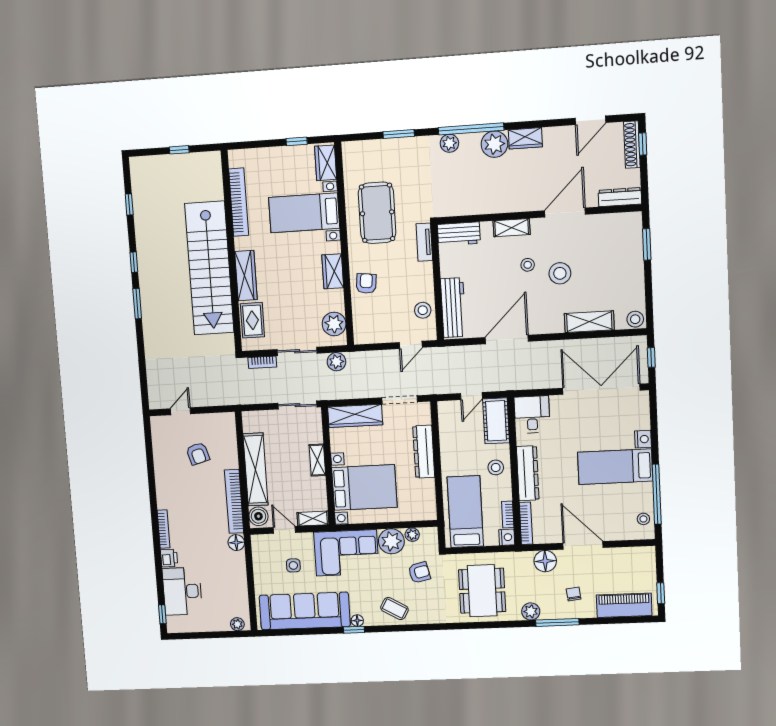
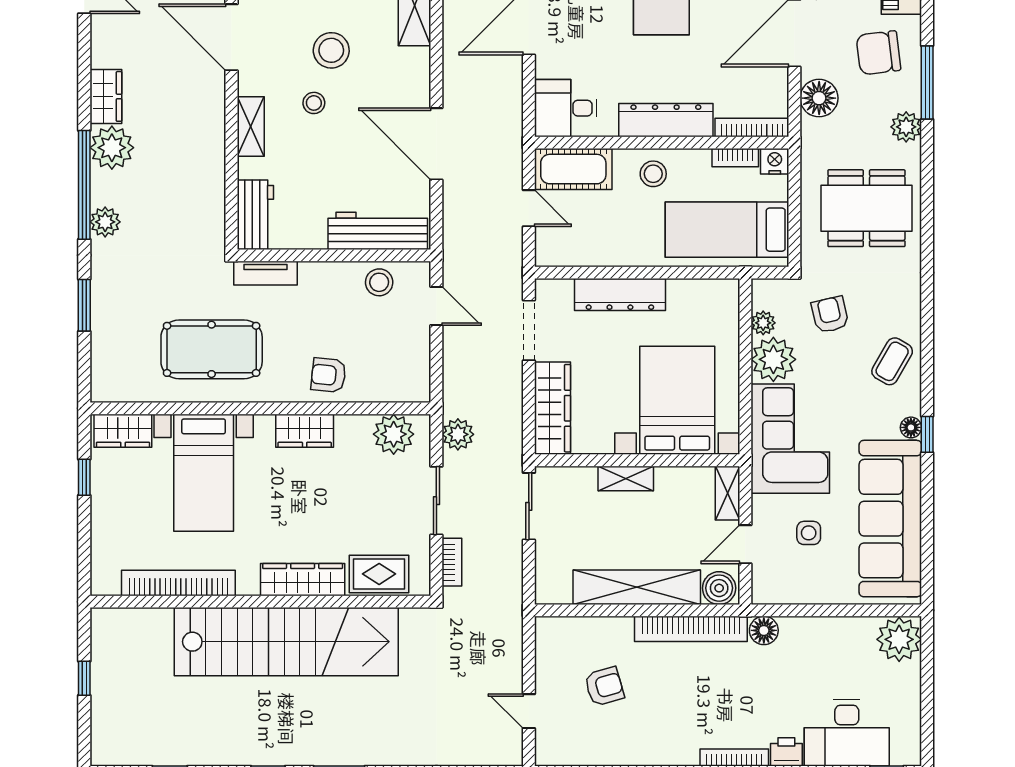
chair: (574, 594) -> (879, 53), width x1.87, depth x1.87
plant: (237, 624) -> (899, 639), width x1.88, depth x1.88

